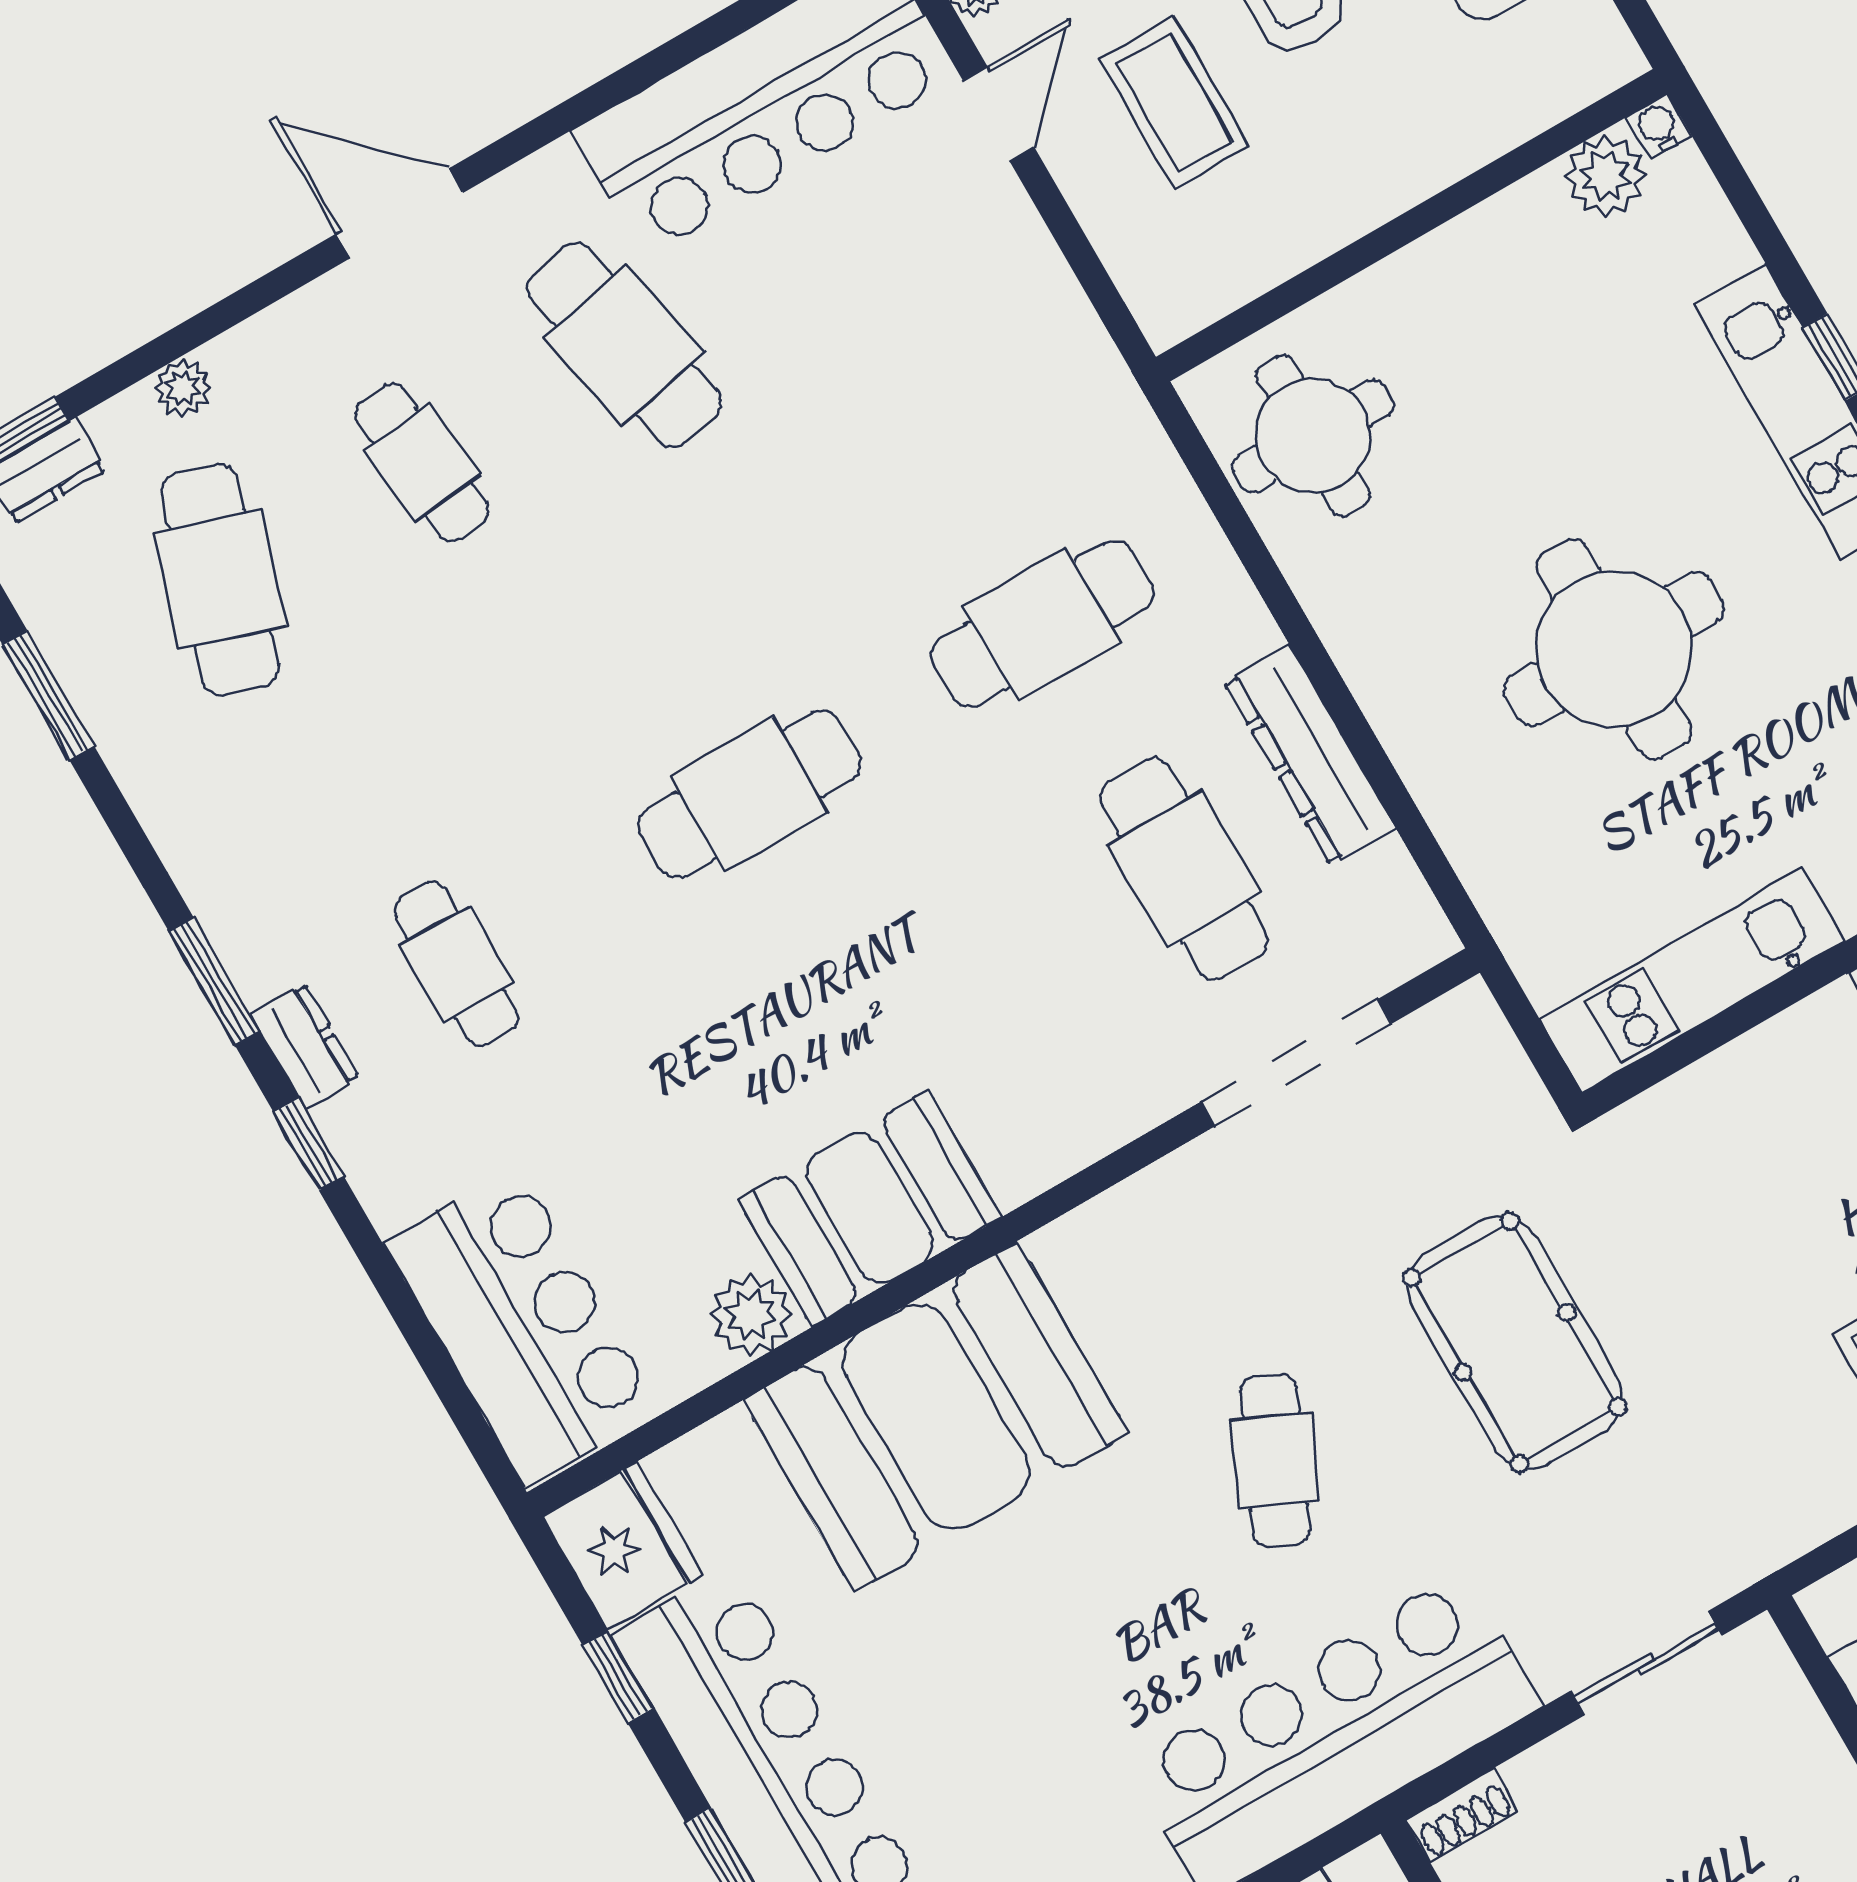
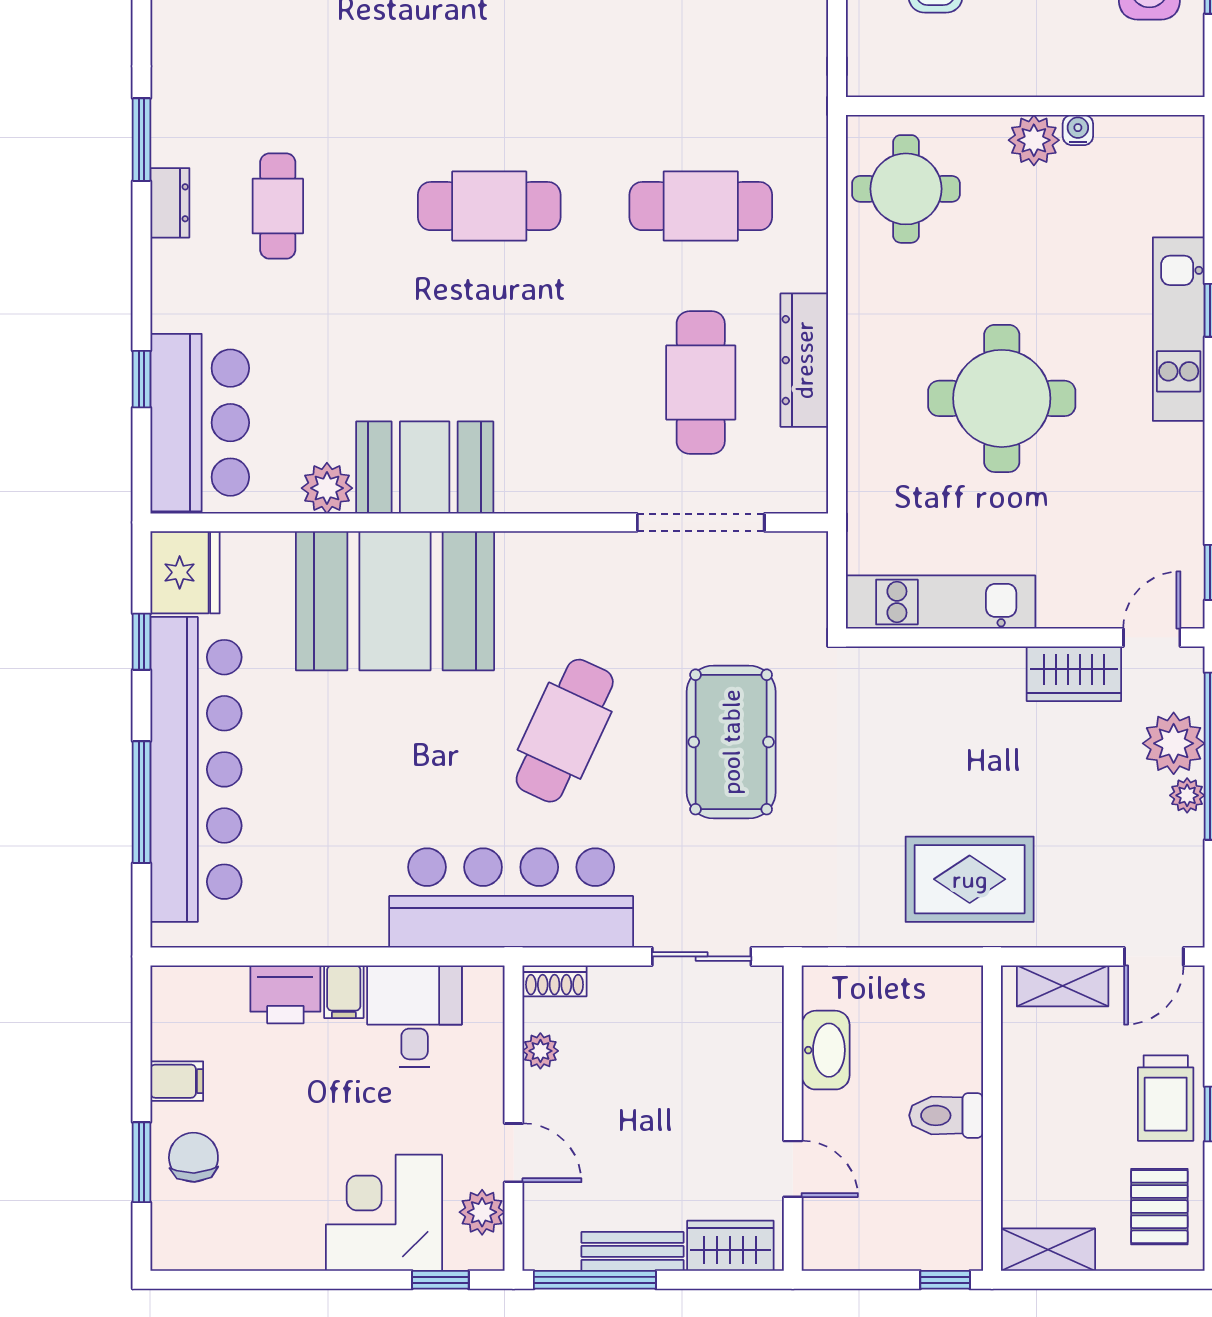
water cooler: (1658, 127) -> (1078, 130), moved
plant: (1606, 176) -> (1034, 140), moved
window: (309, 1144) -> (142, 379), moved
cafe table: (1275, 1460) -> (565, 731), width x1.37, depth x1.35

